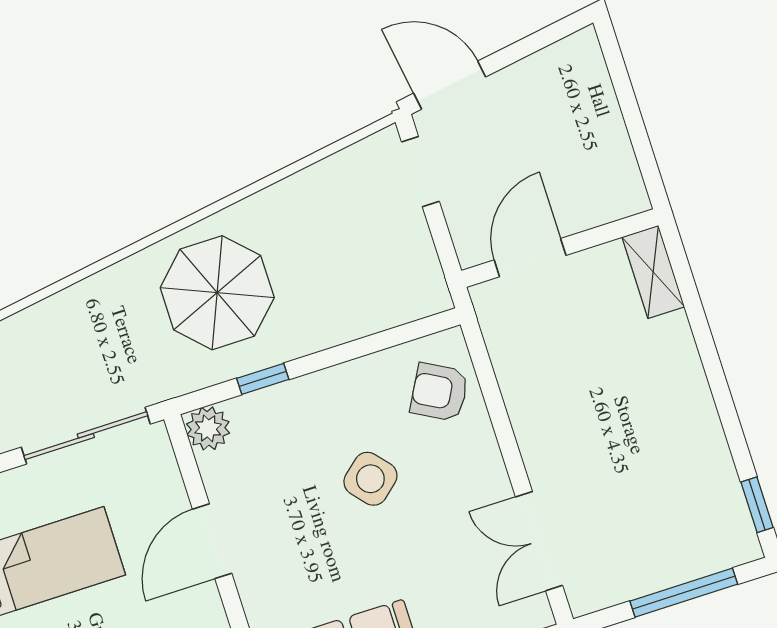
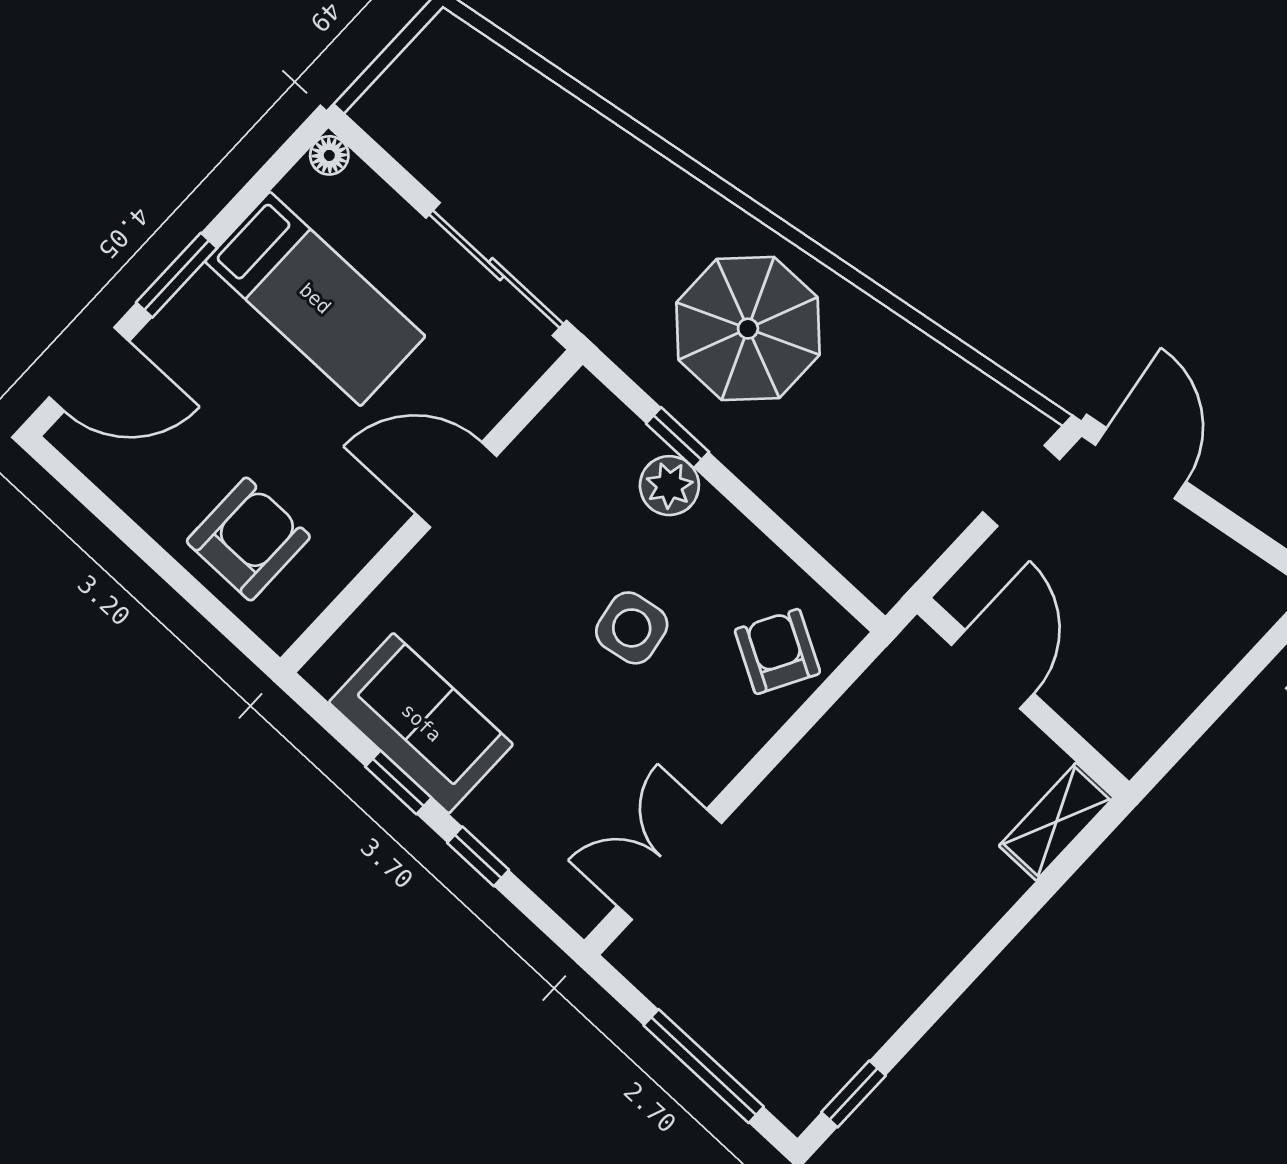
door: (530, 258) -> (993, 669), hinge flipped
plant: (208, 428) -> (669, 486), moved
side table: (370, 479) -> (632, 628), turned 31

